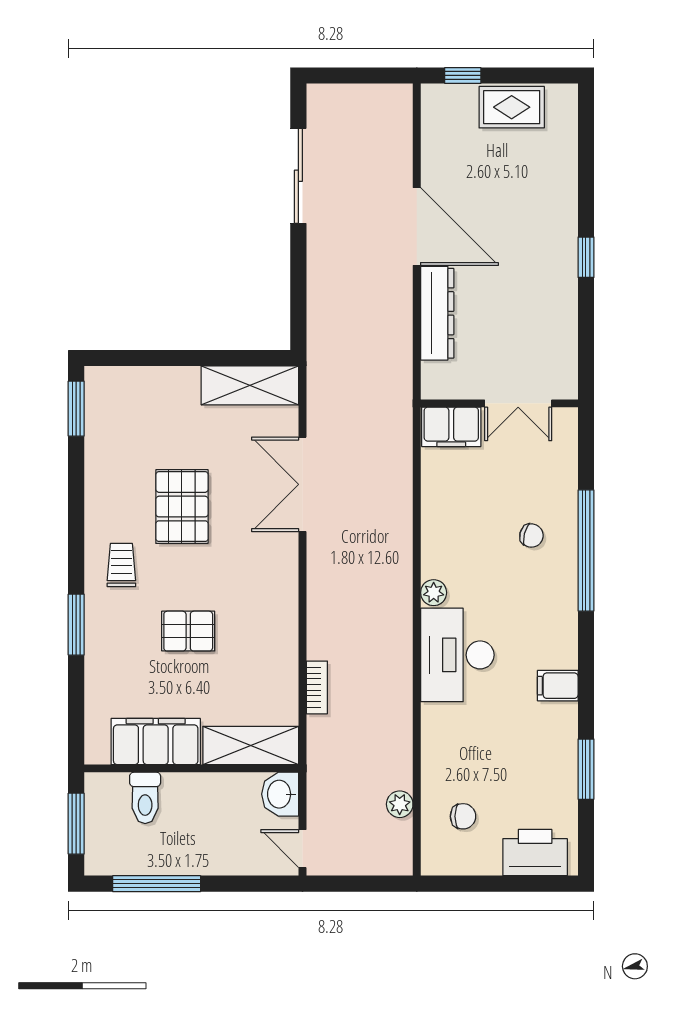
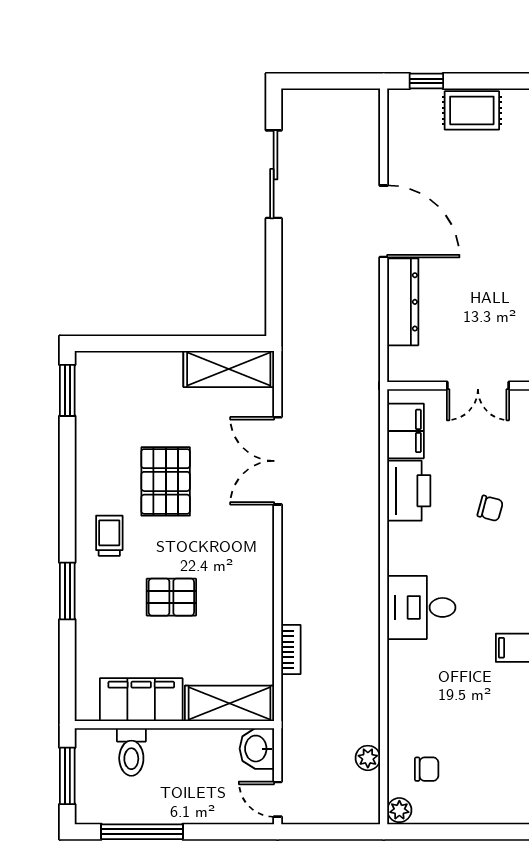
filing cabinet: (451, 427) -> (406, 431), moved, turned -90
plant: (434, 593) -> (399, 810), moved
desk: (457, 655) -> (421, 607), width x0.73
printer: (535, 853) -> (409, 491), moved, turned 90

